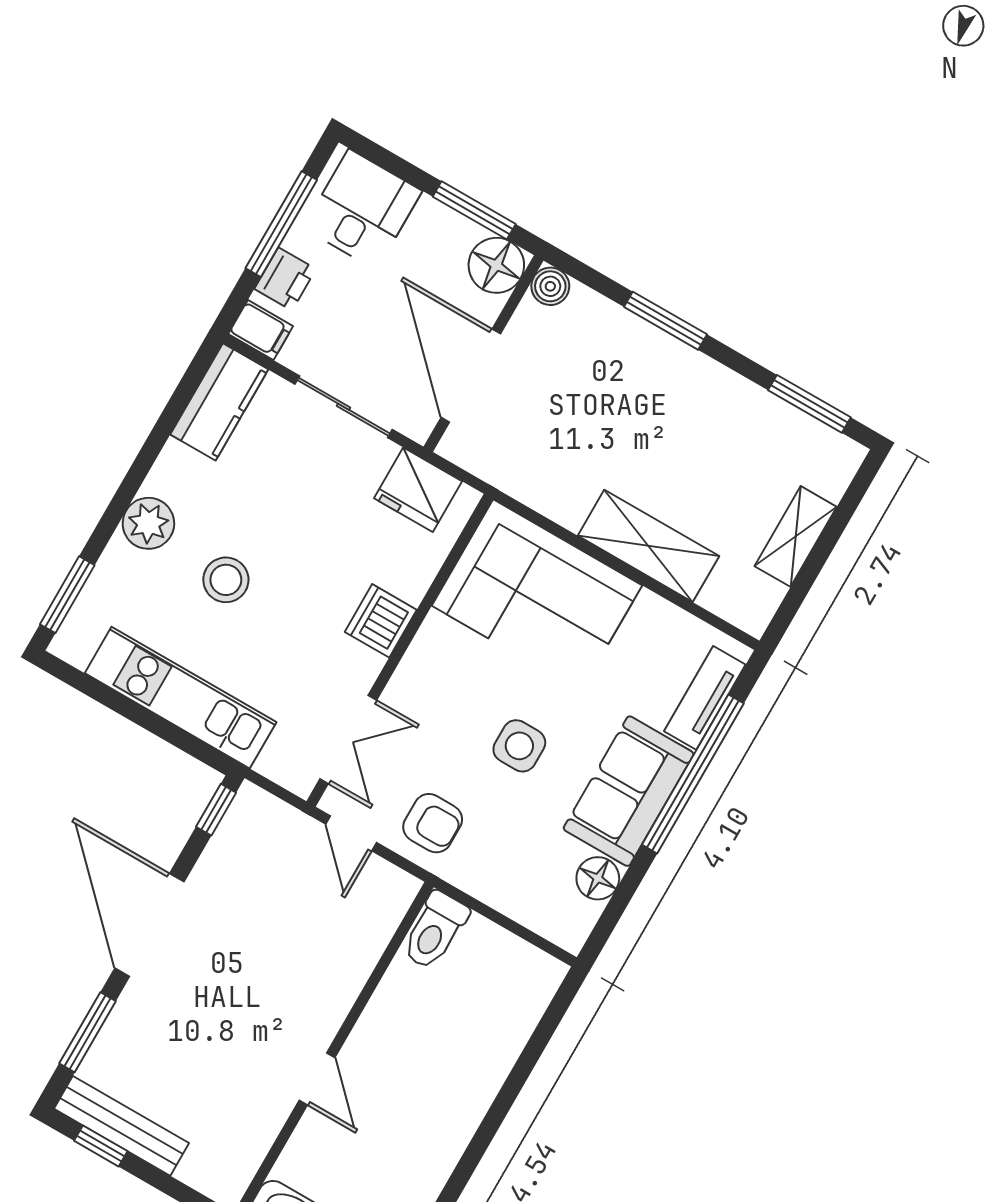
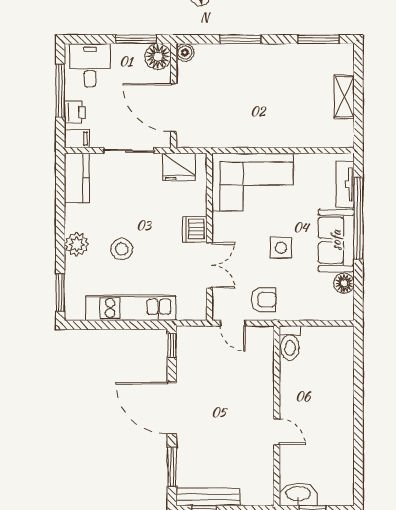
shelving: (648, 546) -> (286, 135), removed
double door: (348, 739) -> (209, 265), moved

